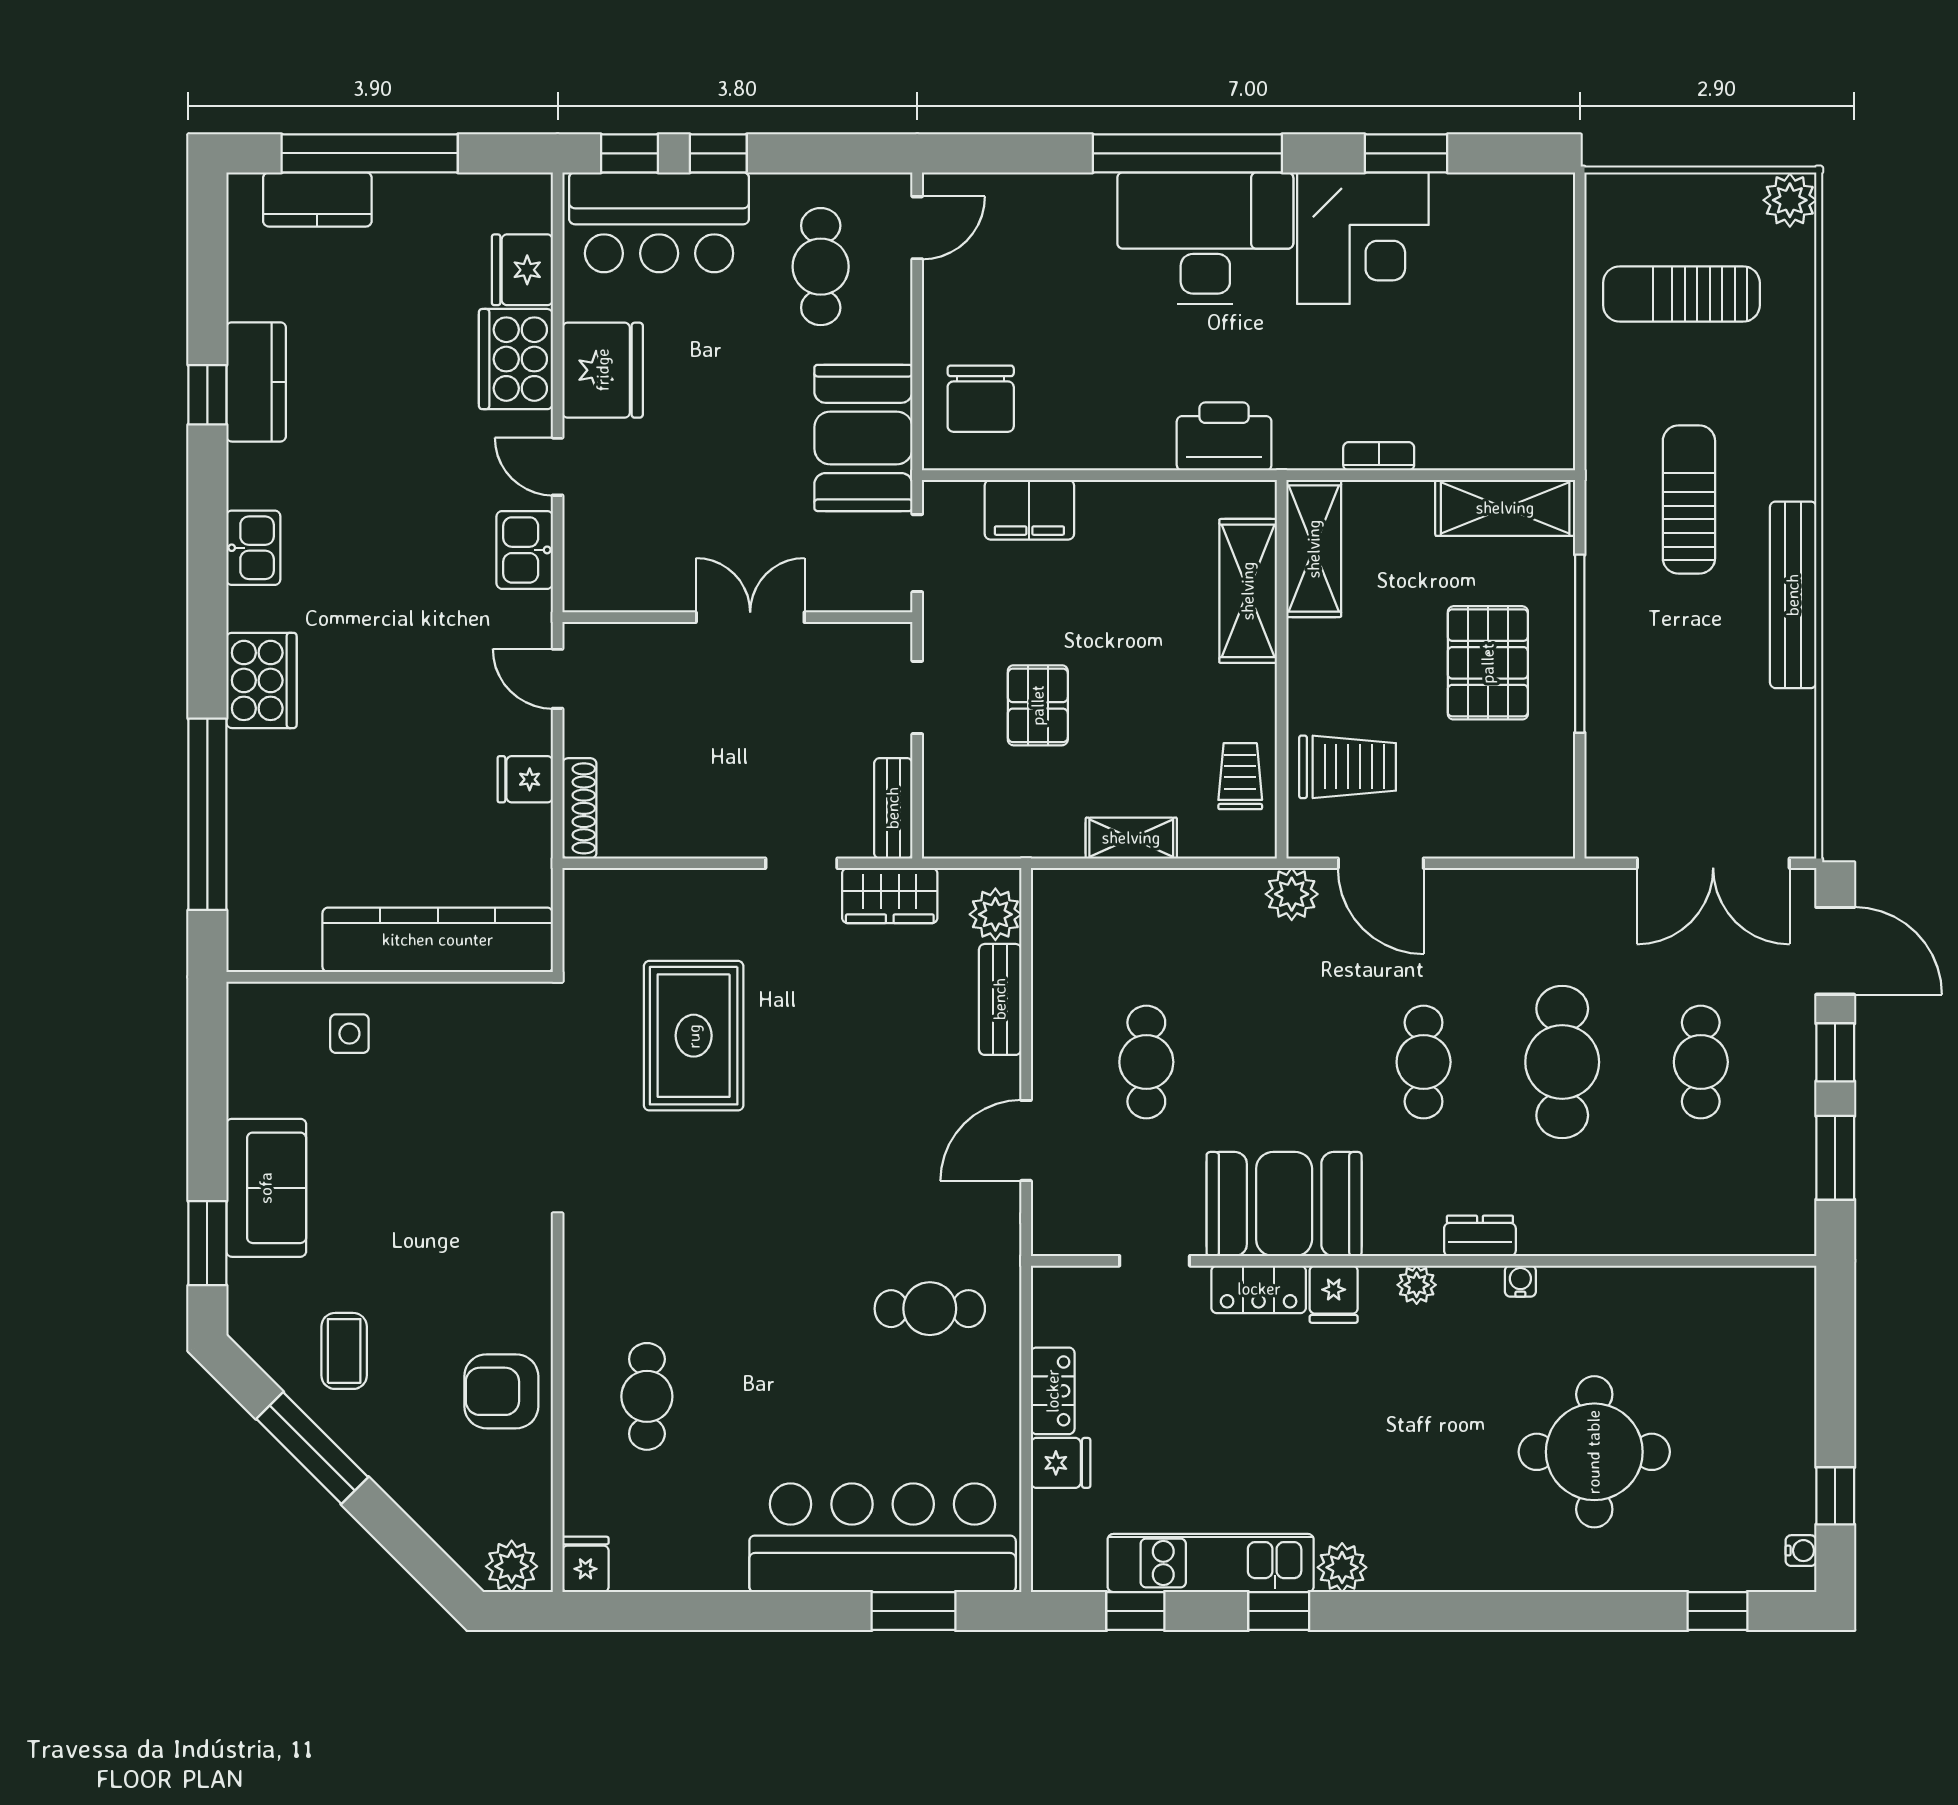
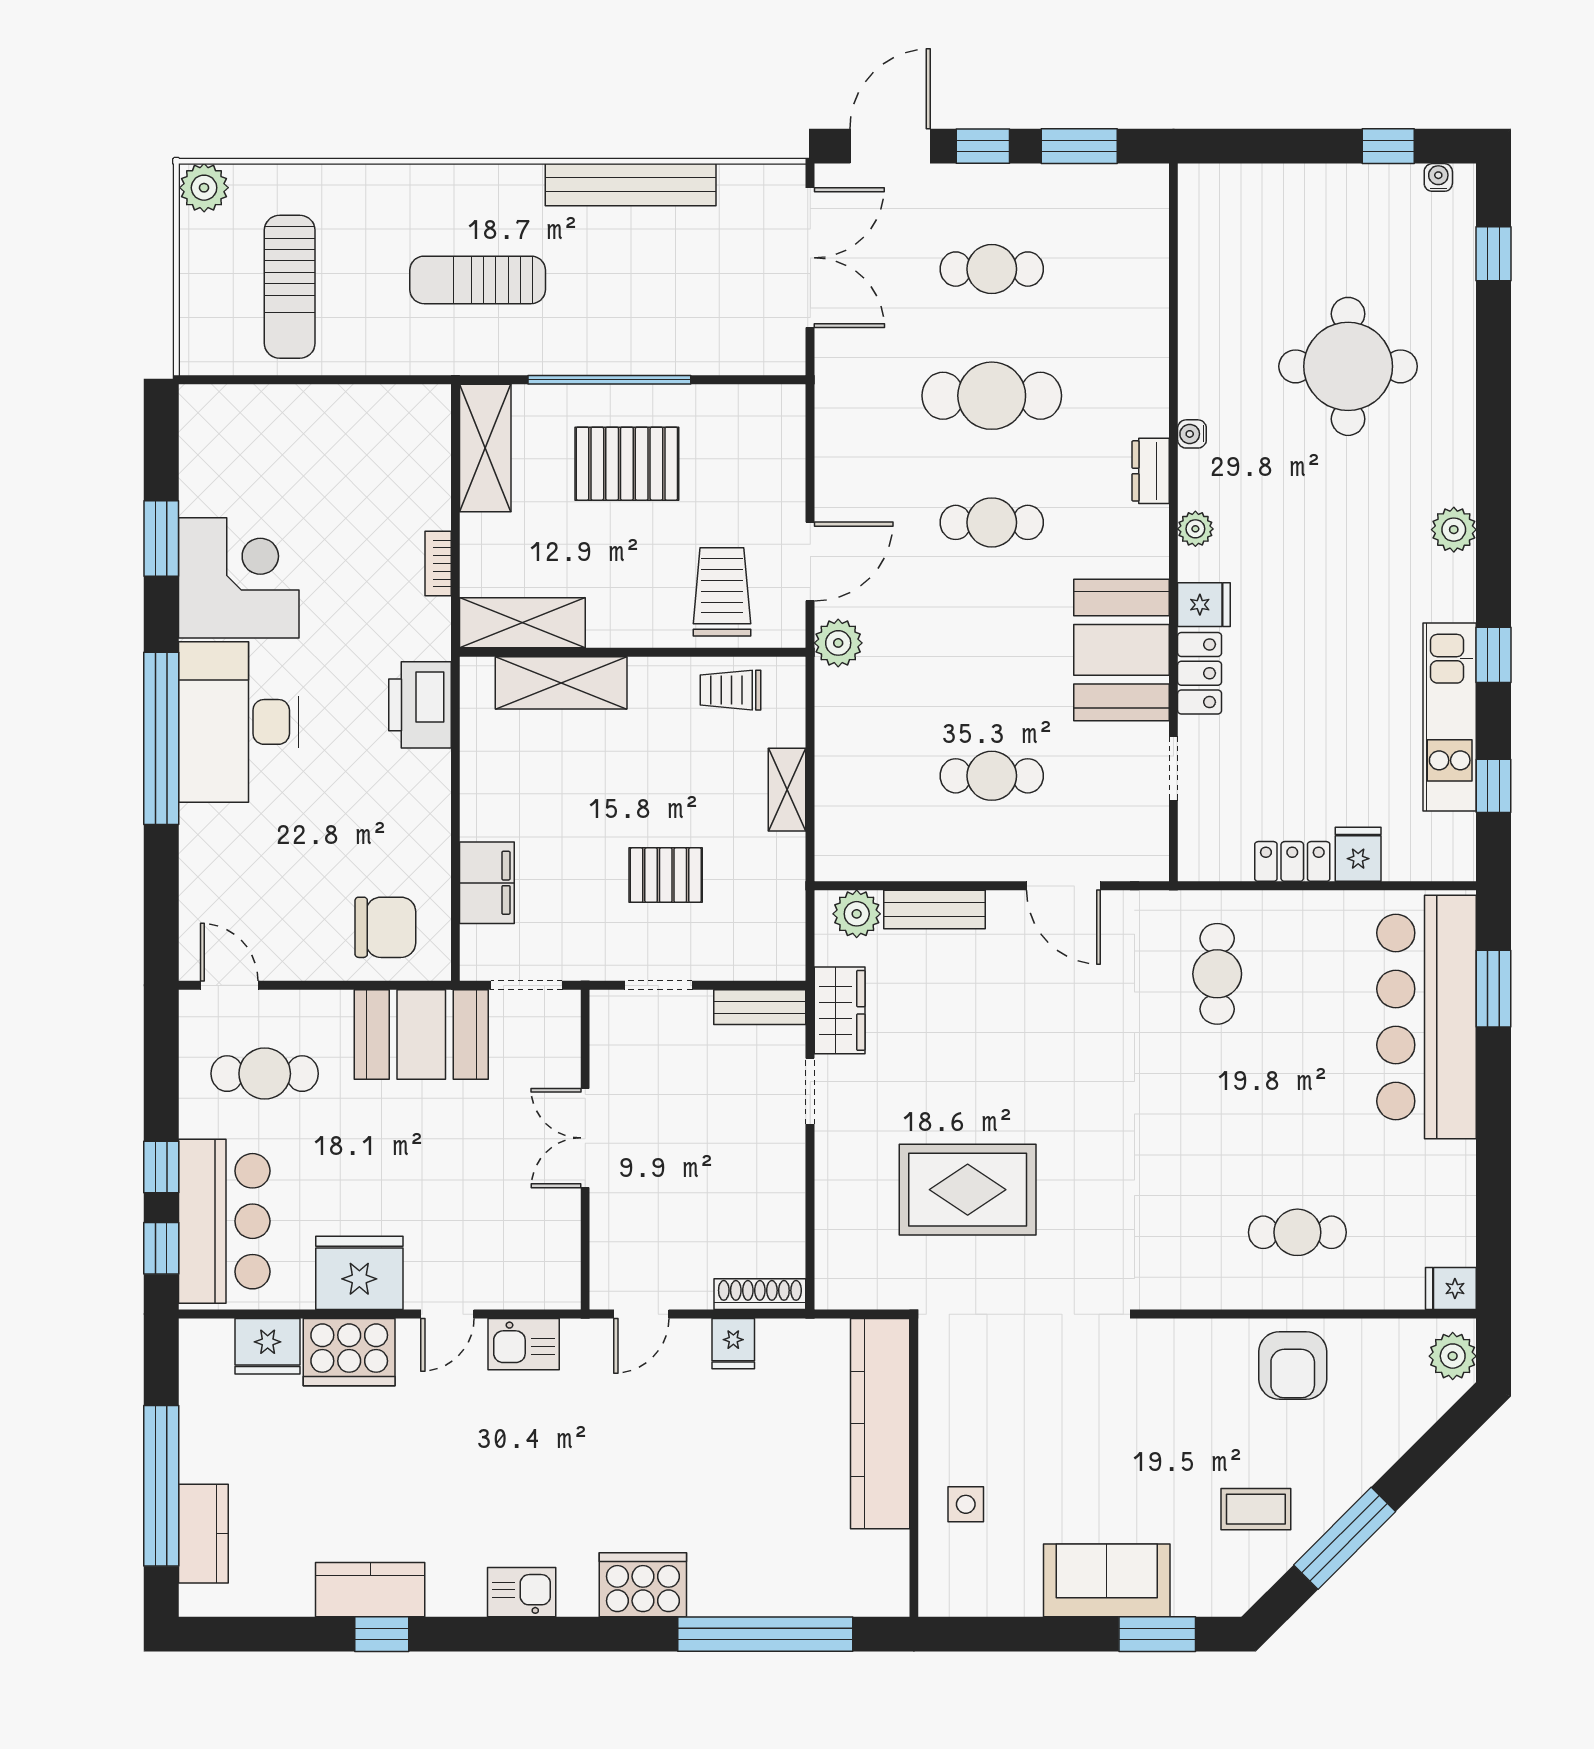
bench: (1793, 595) -> (631, 185), moved
plant: (1342, 1567) -> (1454, 530), moved

